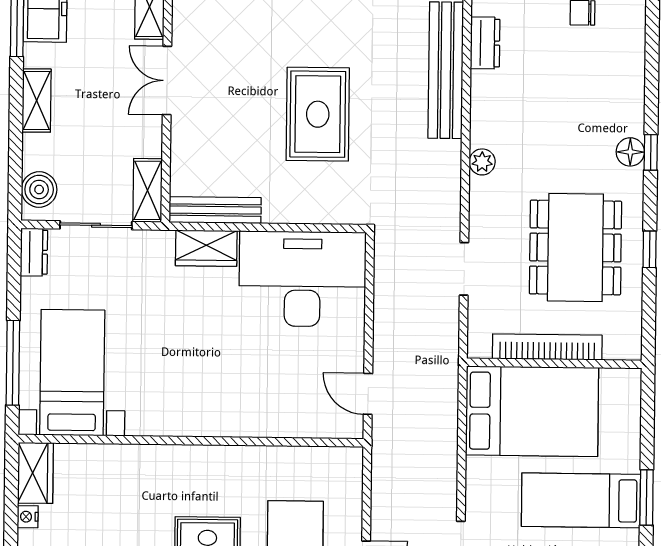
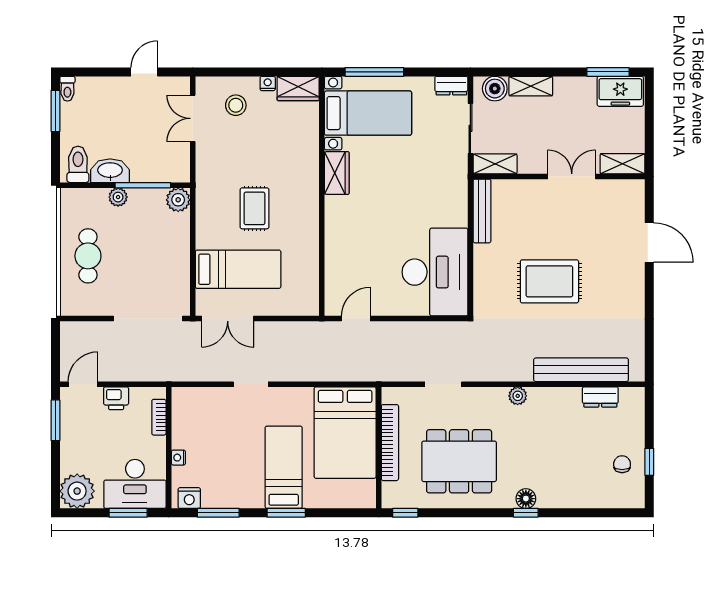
shelving: (37, 101) -> (531, 86), moved
wardrobe: (206, 248) -> (337, 173), moved, turned 180
window: (650, 249) -> (405, 513), moved

